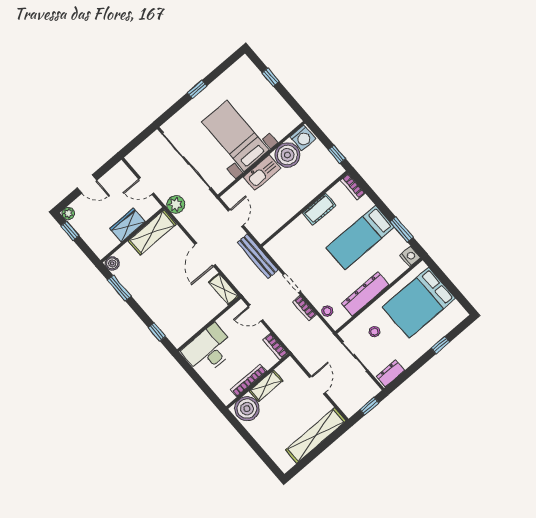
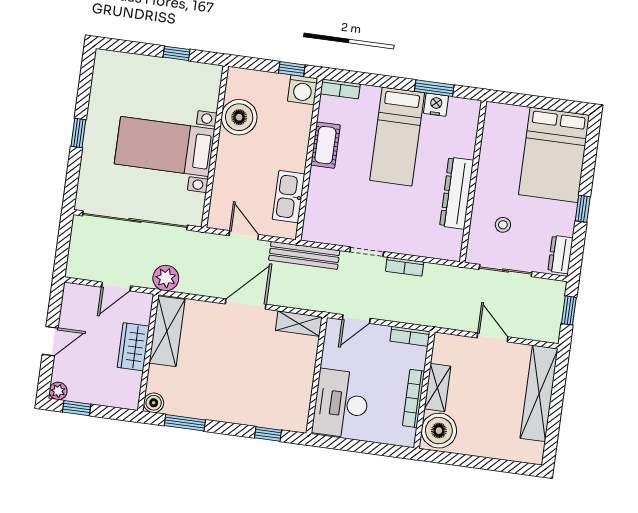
window: (270, 77) -> (176, 53), moved
washing machine: (303, 138) -> (303, 90), moved, turned 90
kitchen sink: (262, 173) -> (289, 197), moved, turned 180
door: (205, 255) -> (246, 304), swing flipped
nightstand: (410, 256) -> (436, 105), moved
bed: (419, 303) -> (554, 155), moved
stool: (327, 311) -> (432, 248), removed
window: (440, 345) -> (583, 209), moved

